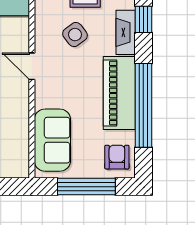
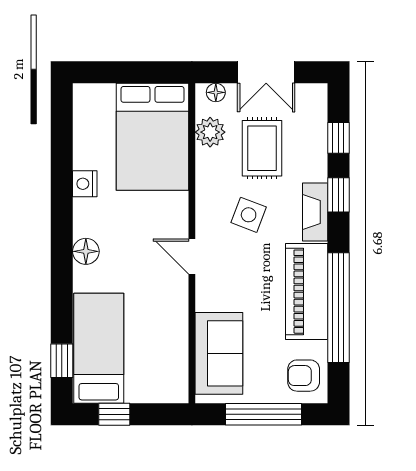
side table: (75, 35) -> (249, 215), turned -32
armchair: (117, 157) -> (304, 376), turned -90

